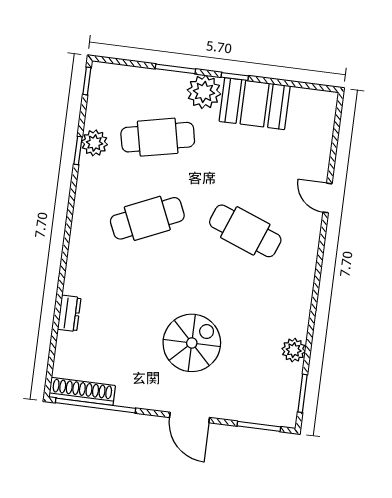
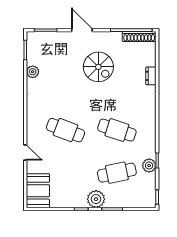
booth: (255, 104) -> (38, 191), moved, turned 90
cafe table: (147, 218) -> (117, 130), turned 42
spiral stairs: (192, 343) -> (98, 67), moved, turned -90

